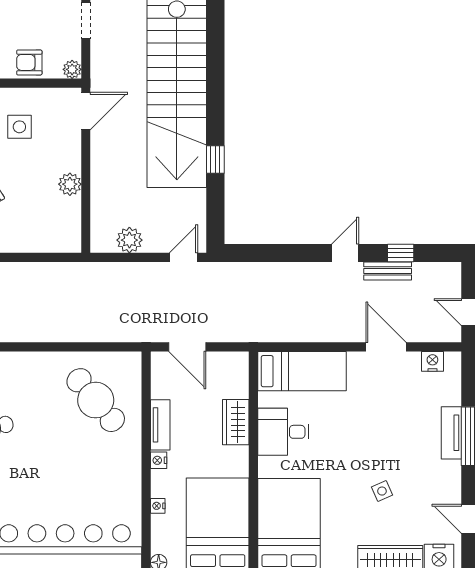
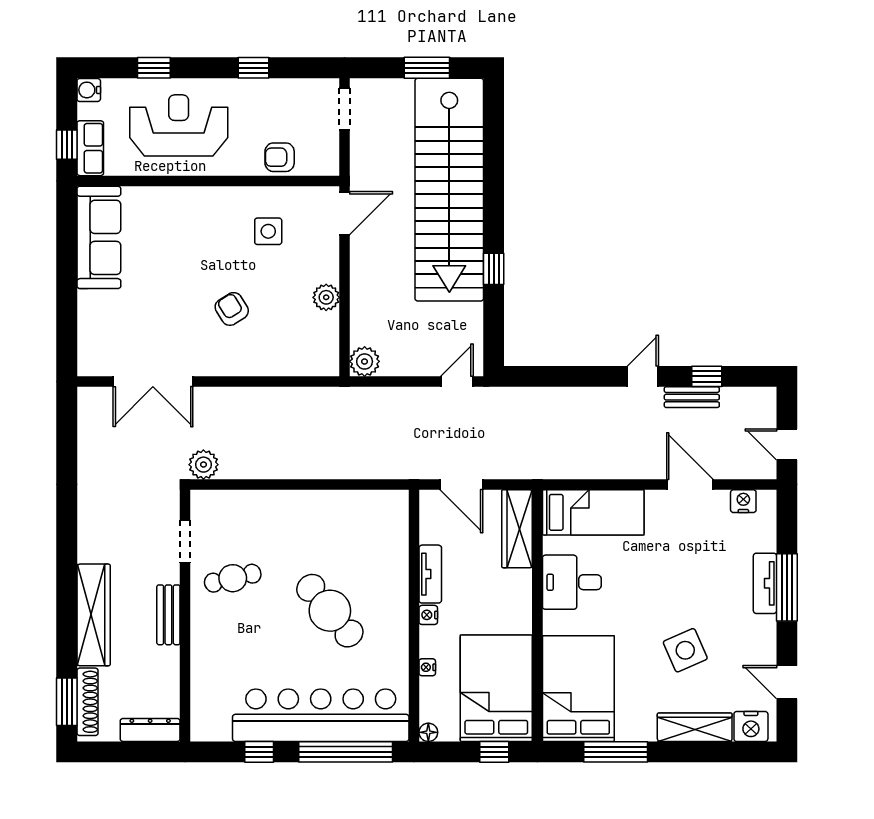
plant: (72, 69) -> (329, 165), removed
plant: (129, 240) -> (365, 361), moved
cafe table: (96, 400) -> (330, 611), moved
wardrobe: (236, 422) -> (517, 529), moved, width x1.50
side table: (382, 491) -> (685, 650), width x1.87, depth x1.87

